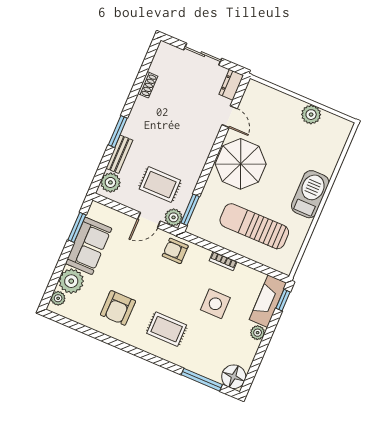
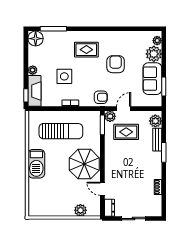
plant: (311, 115) -> (80, 210), moved
armchair: (118, 308) -> (116, 64), moved

